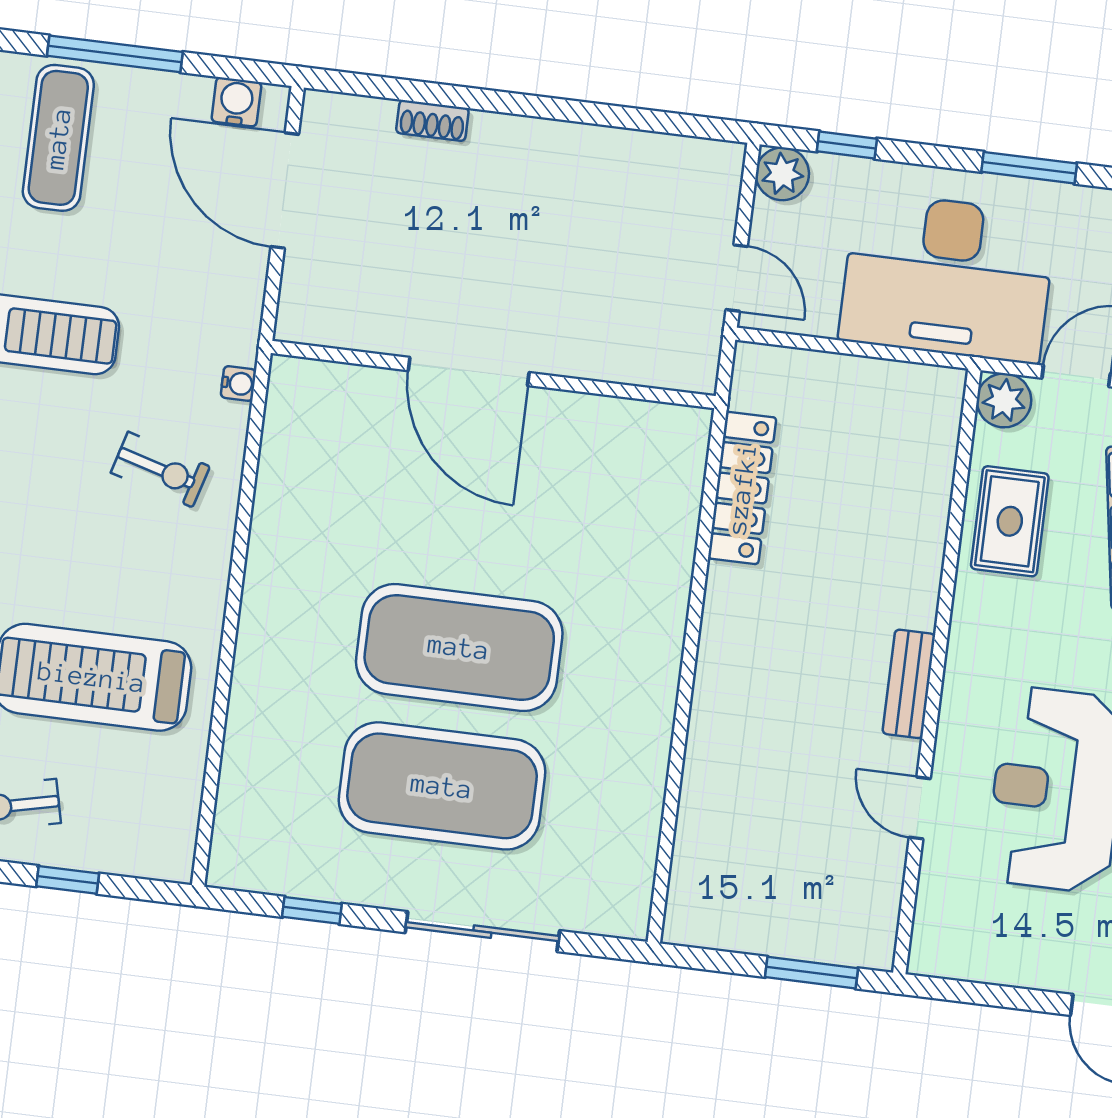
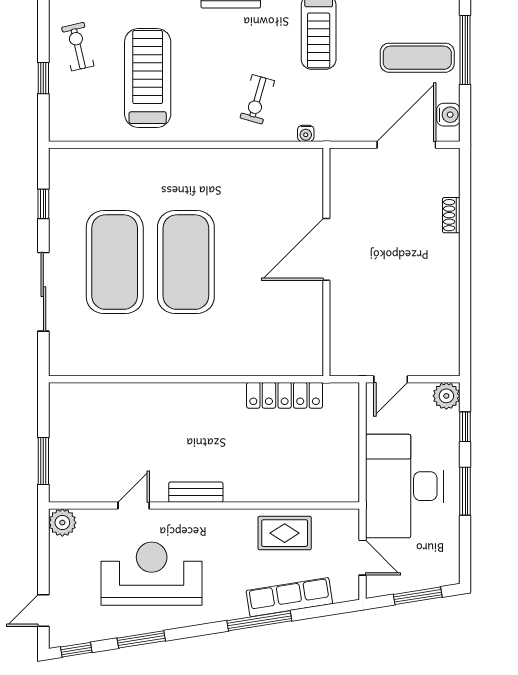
exercise mat: (58, 138) -> (417, 58), moved
window: (1029, 168) -> (465, 491), moved
plant: (1004, 400) -> (62, 523), moved

